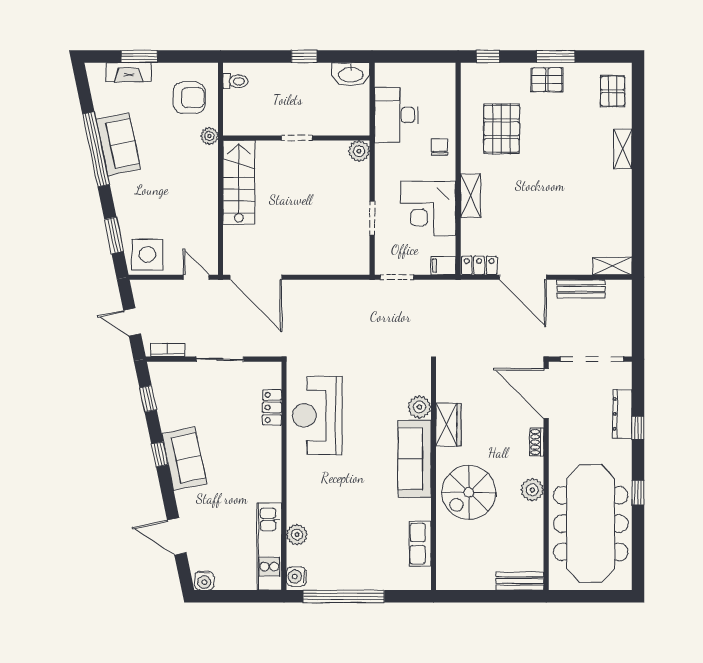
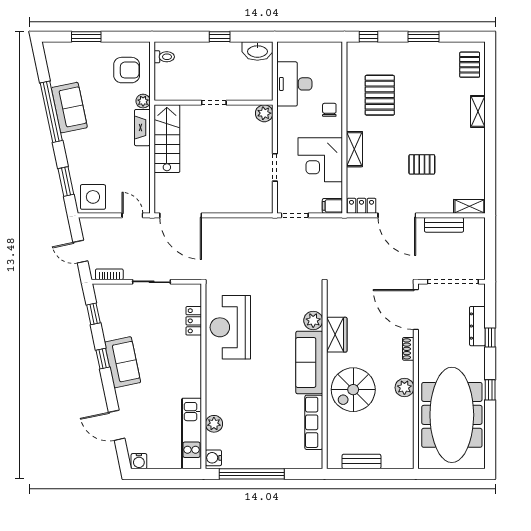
fireplace: (129, 72) -> (142, 128), moved, turned 90
pallet: (547, 80) -> (422, 164), moved
row of seats: (420, 544) -> (314, 422), width x1.48
bench: (520, 581) -> (361, 461), moved

